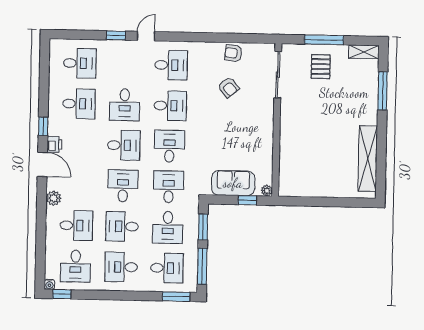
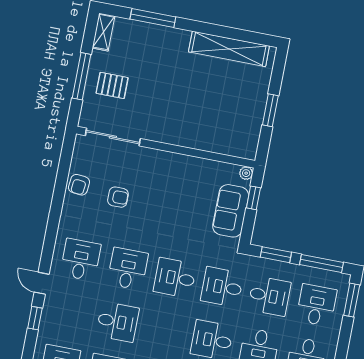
armchair: (229, 87) -> (118, 197), turned 41
desk: (124, 145) -> (165, 331), removed
window: (323, 202) -> (270, 110), added

